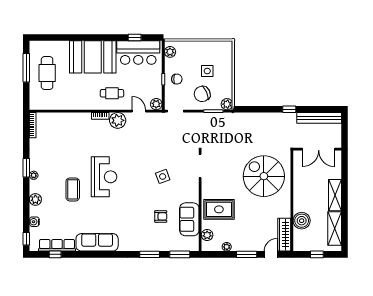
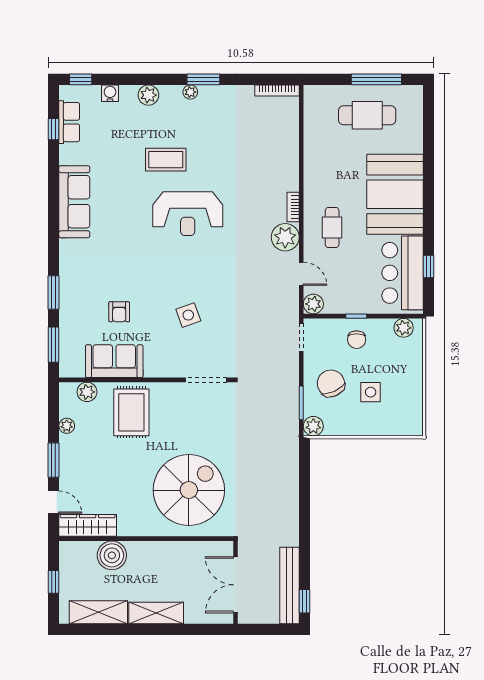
window: (289, 109) -> (304, 601), moved
door: (139, 111) -> (301, 274), hinge flipped
row of seats: (57, 245) -> (69, 122), width x0.68

